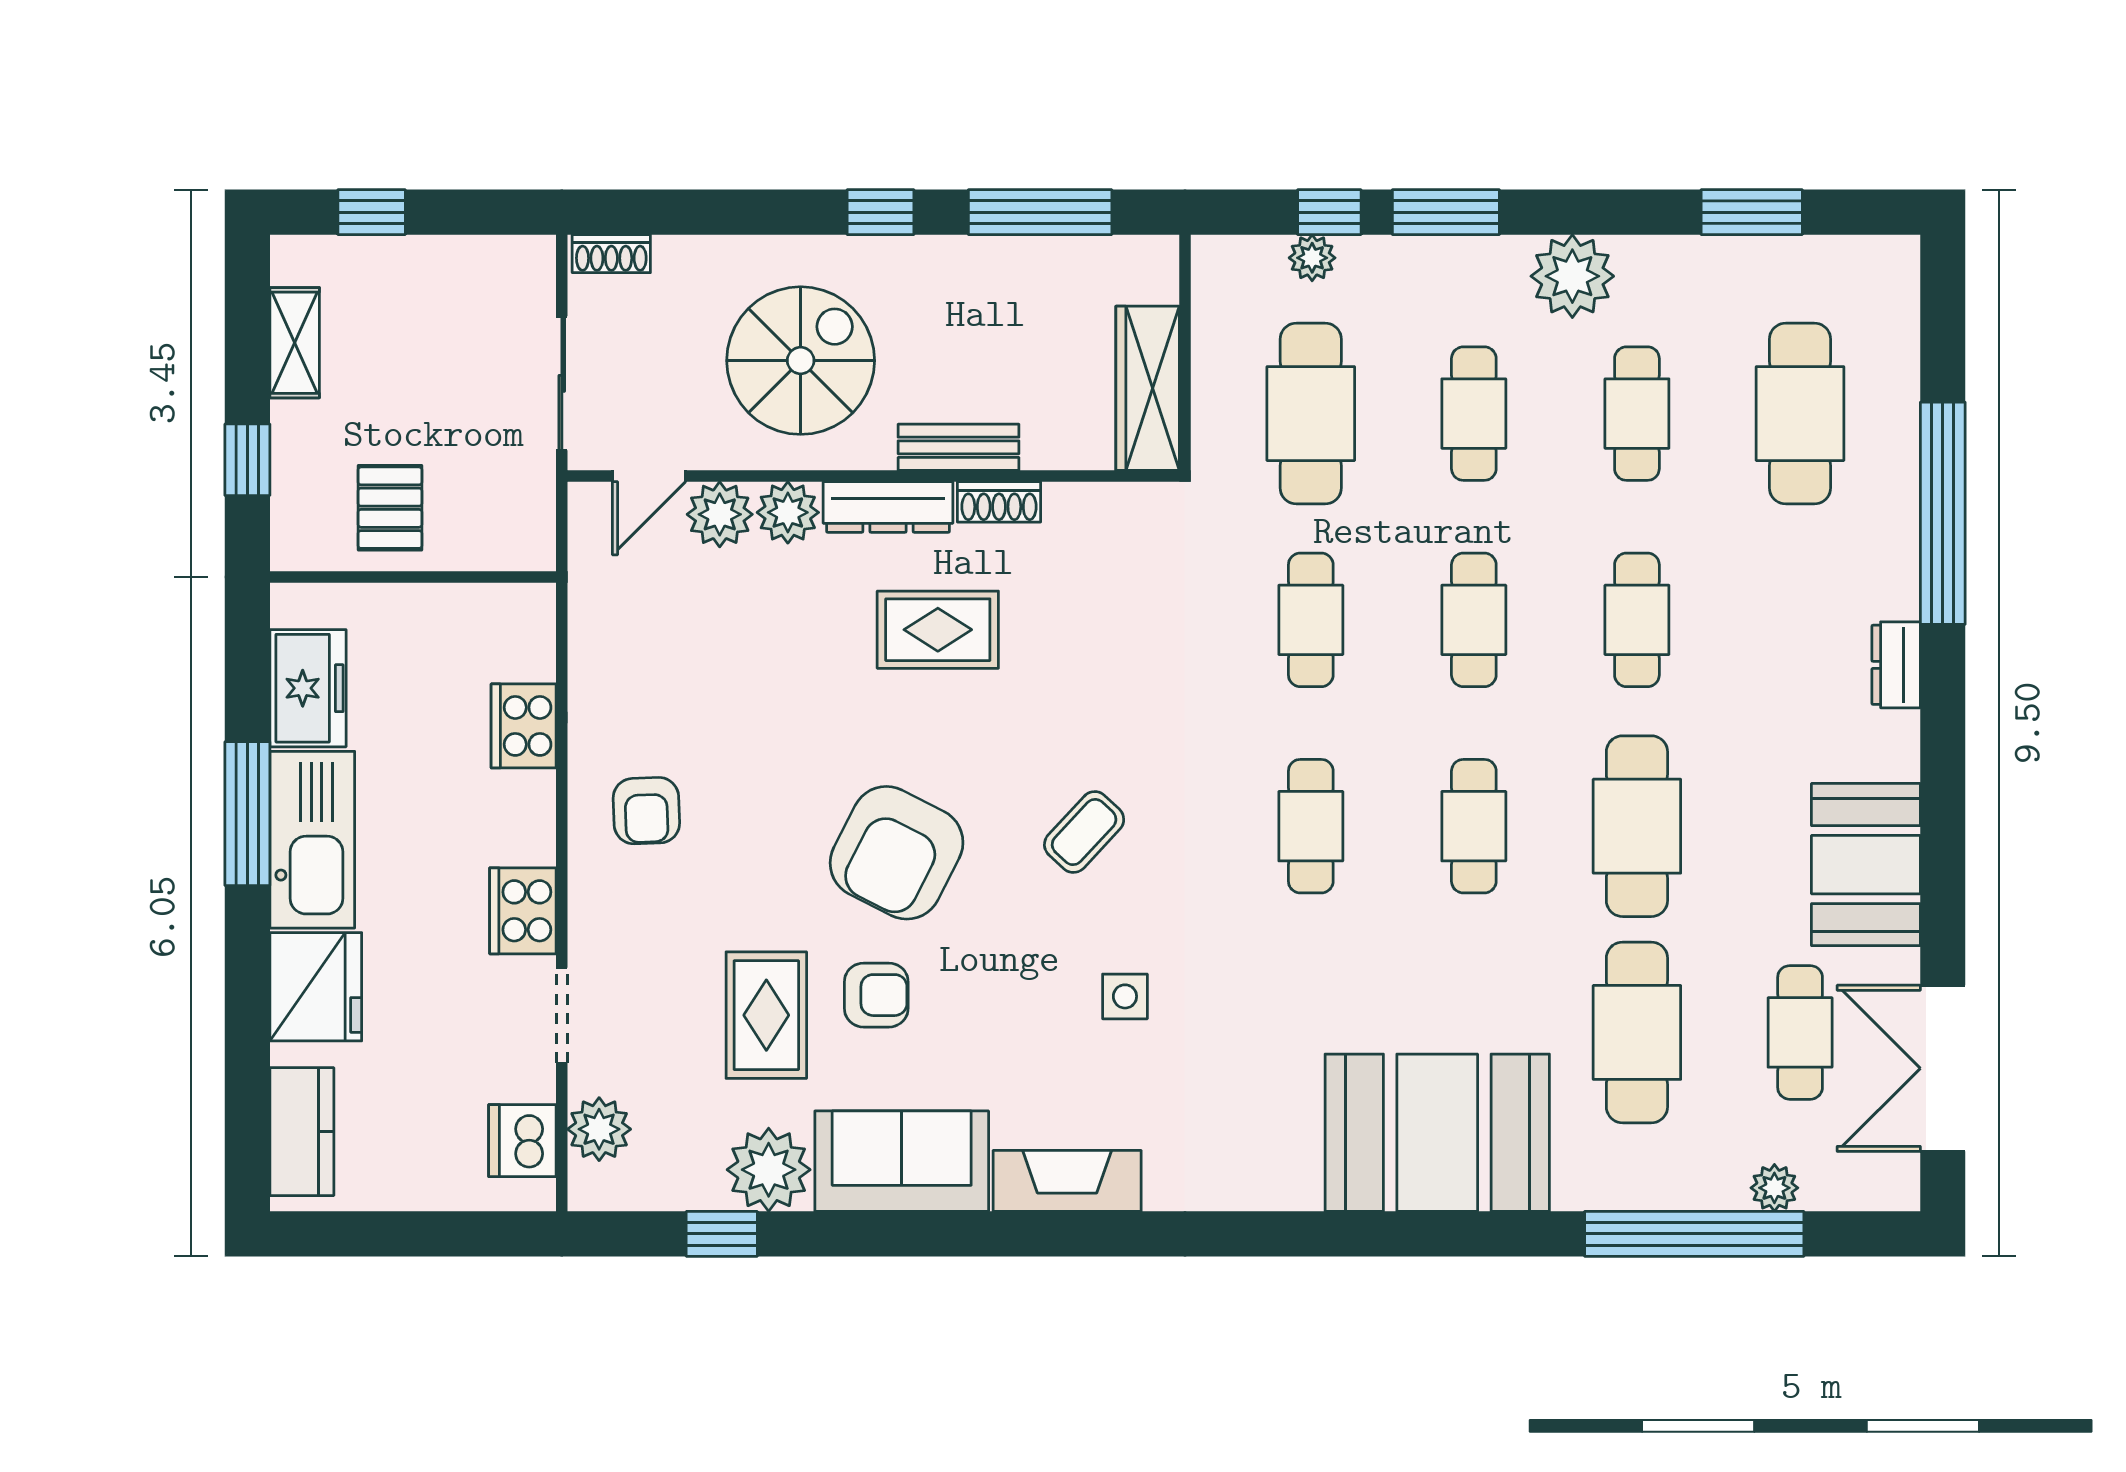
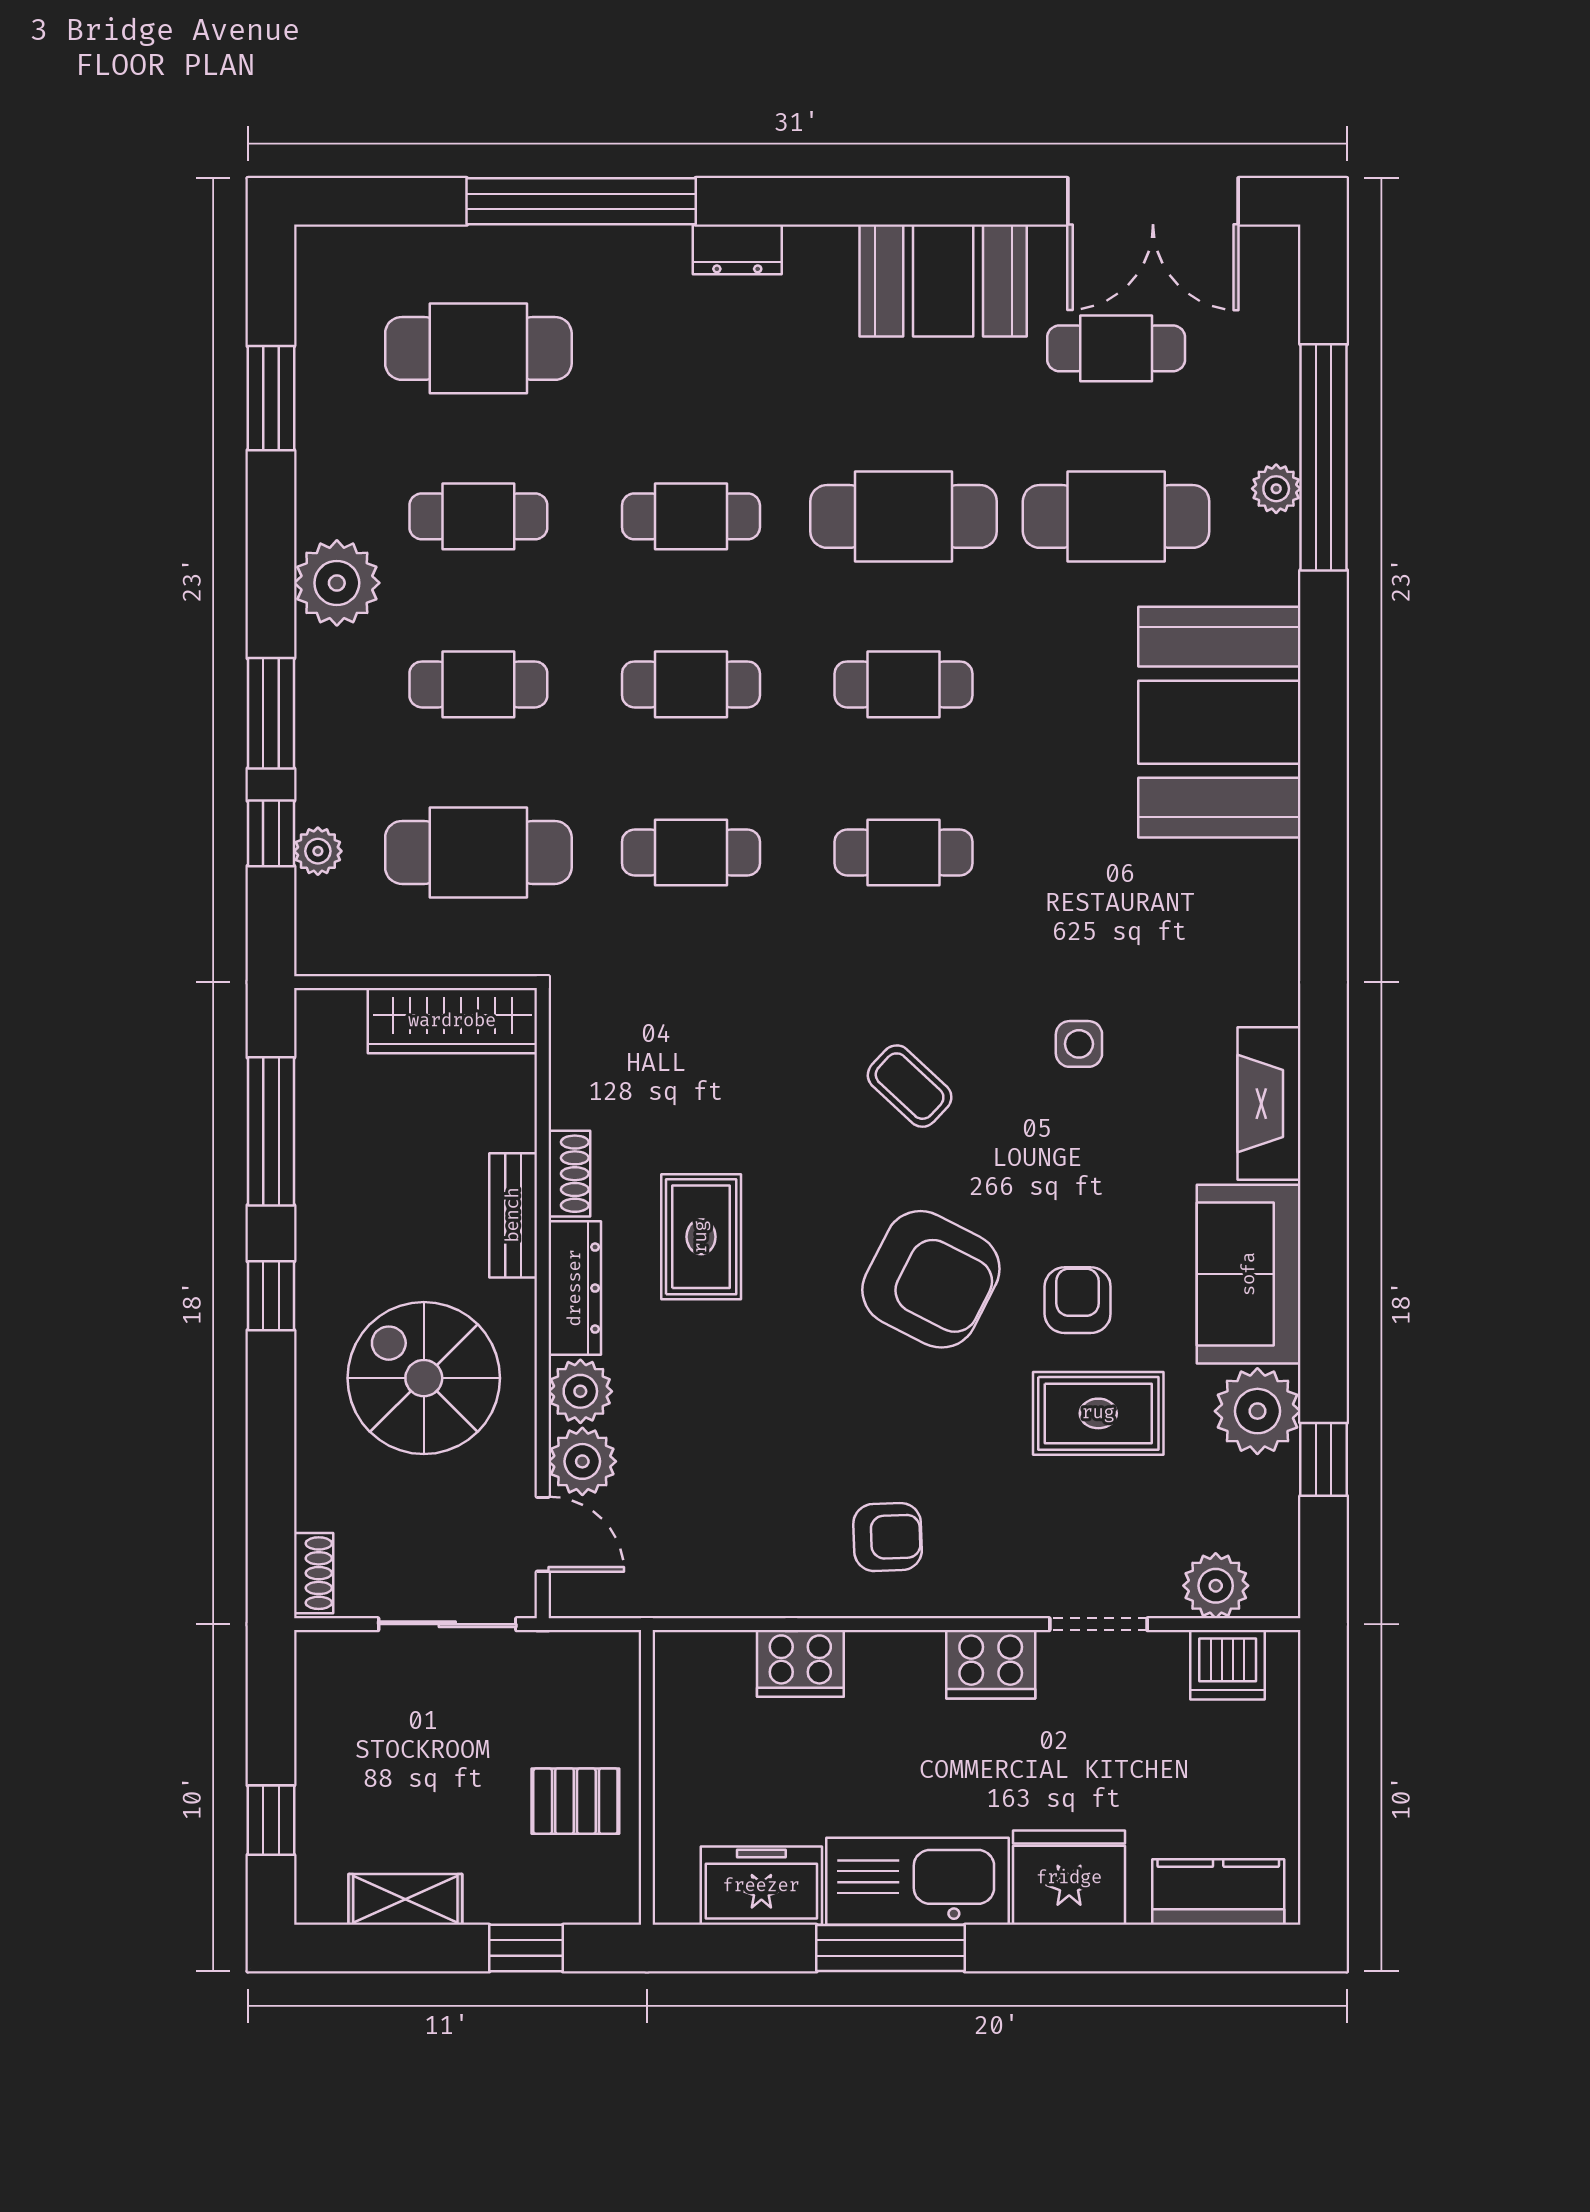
plant: (1774, 1188) -> (1276, 489), moved

